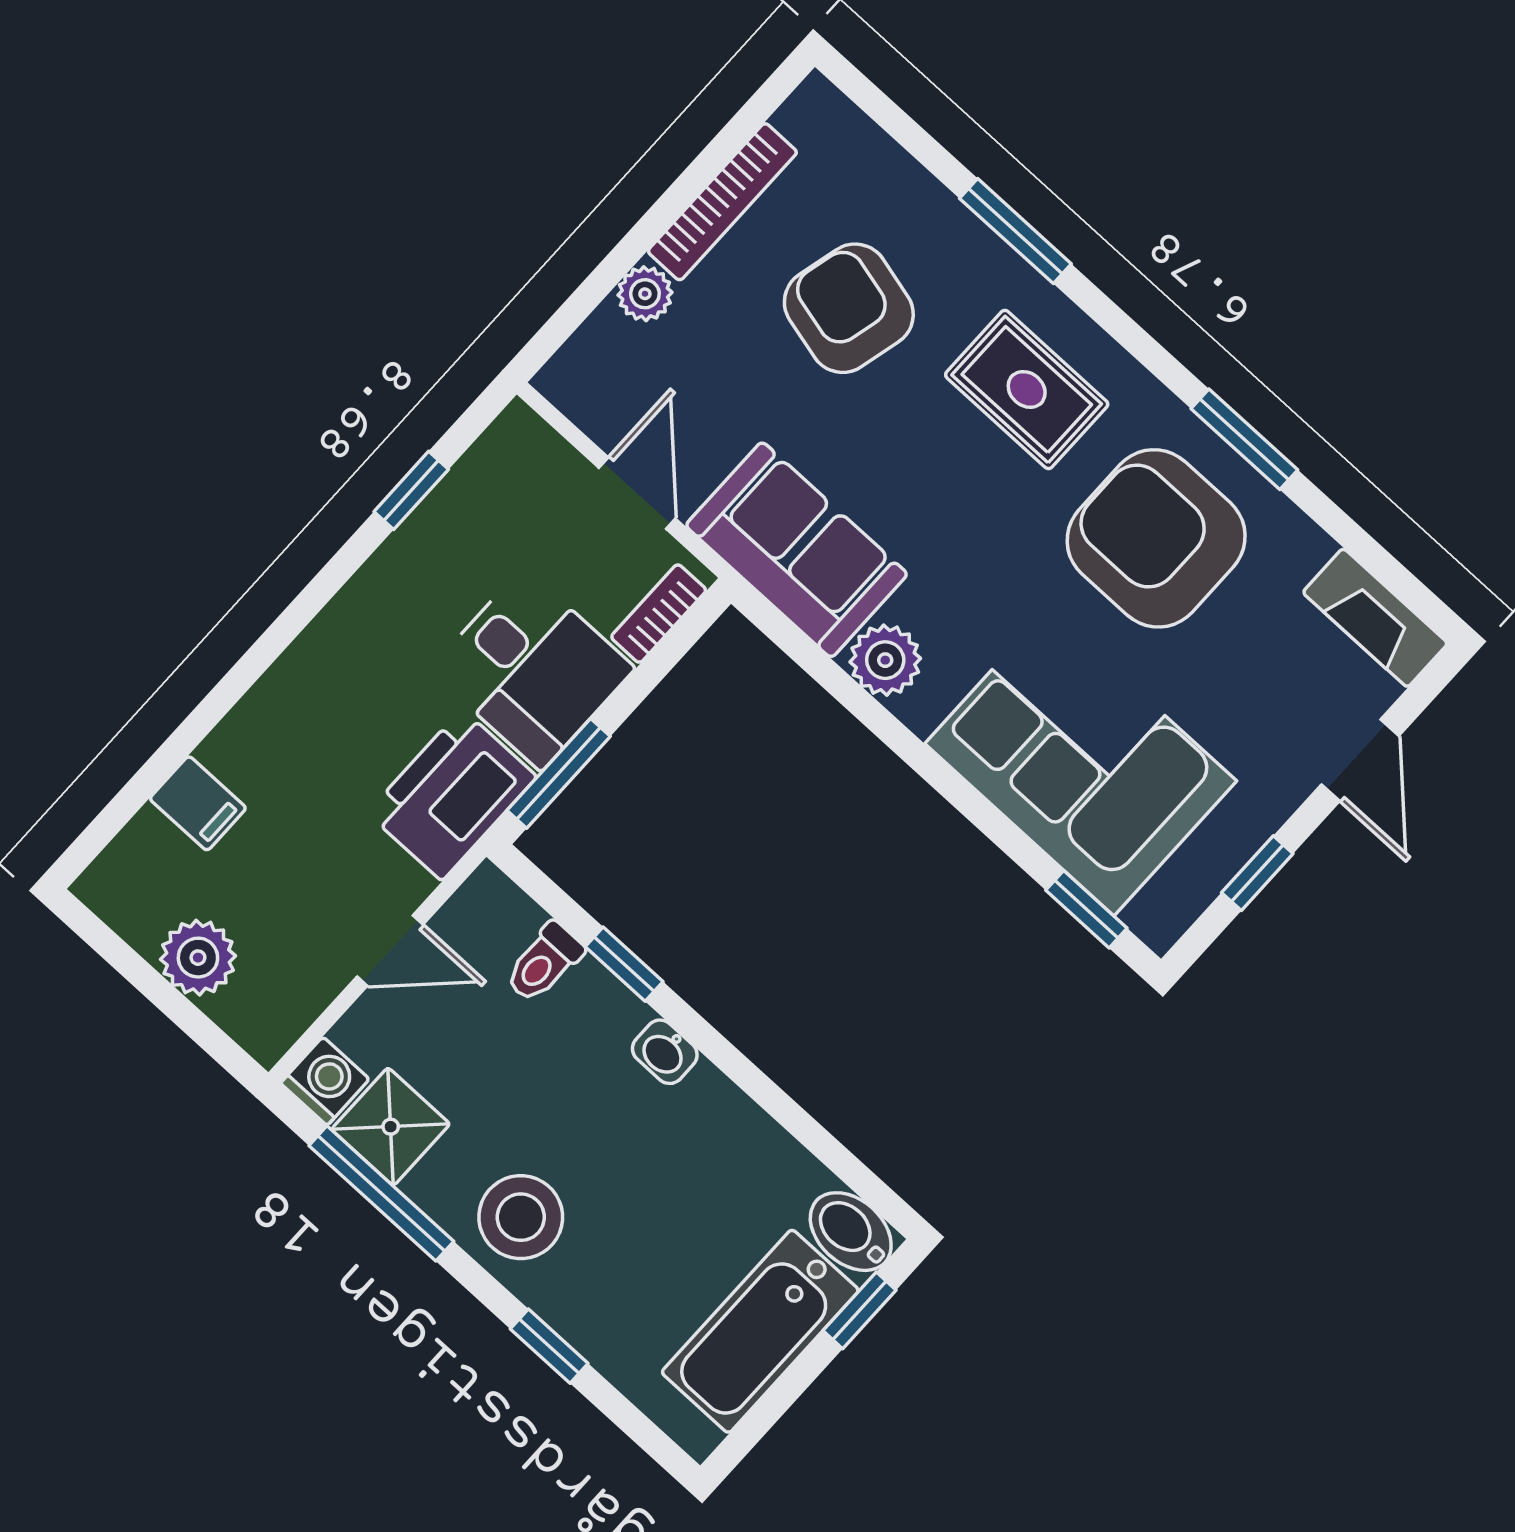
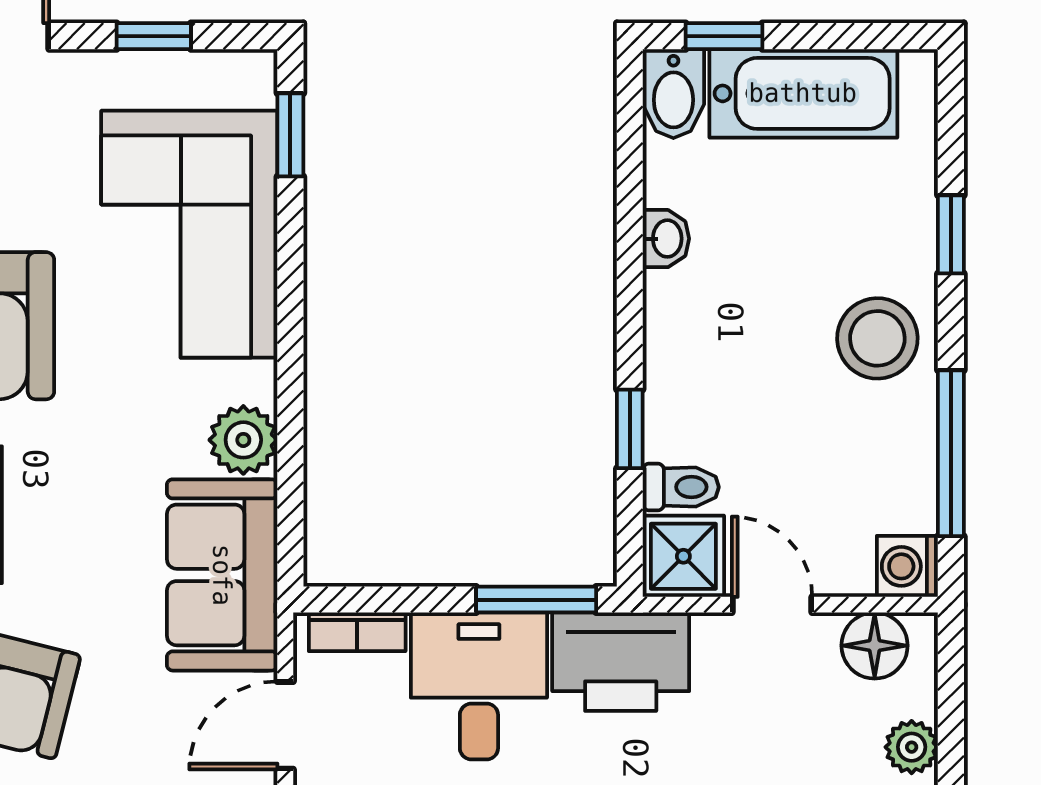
plant: (198, 958) -> (912, 747), width x0.73, depth x0.73
floor lamp: (287, 1001) -> (875, 646), added
washbasin: (665, 1052) -> (666, 239), moved
shower: (391, 1127) -> (683, 556), moved

